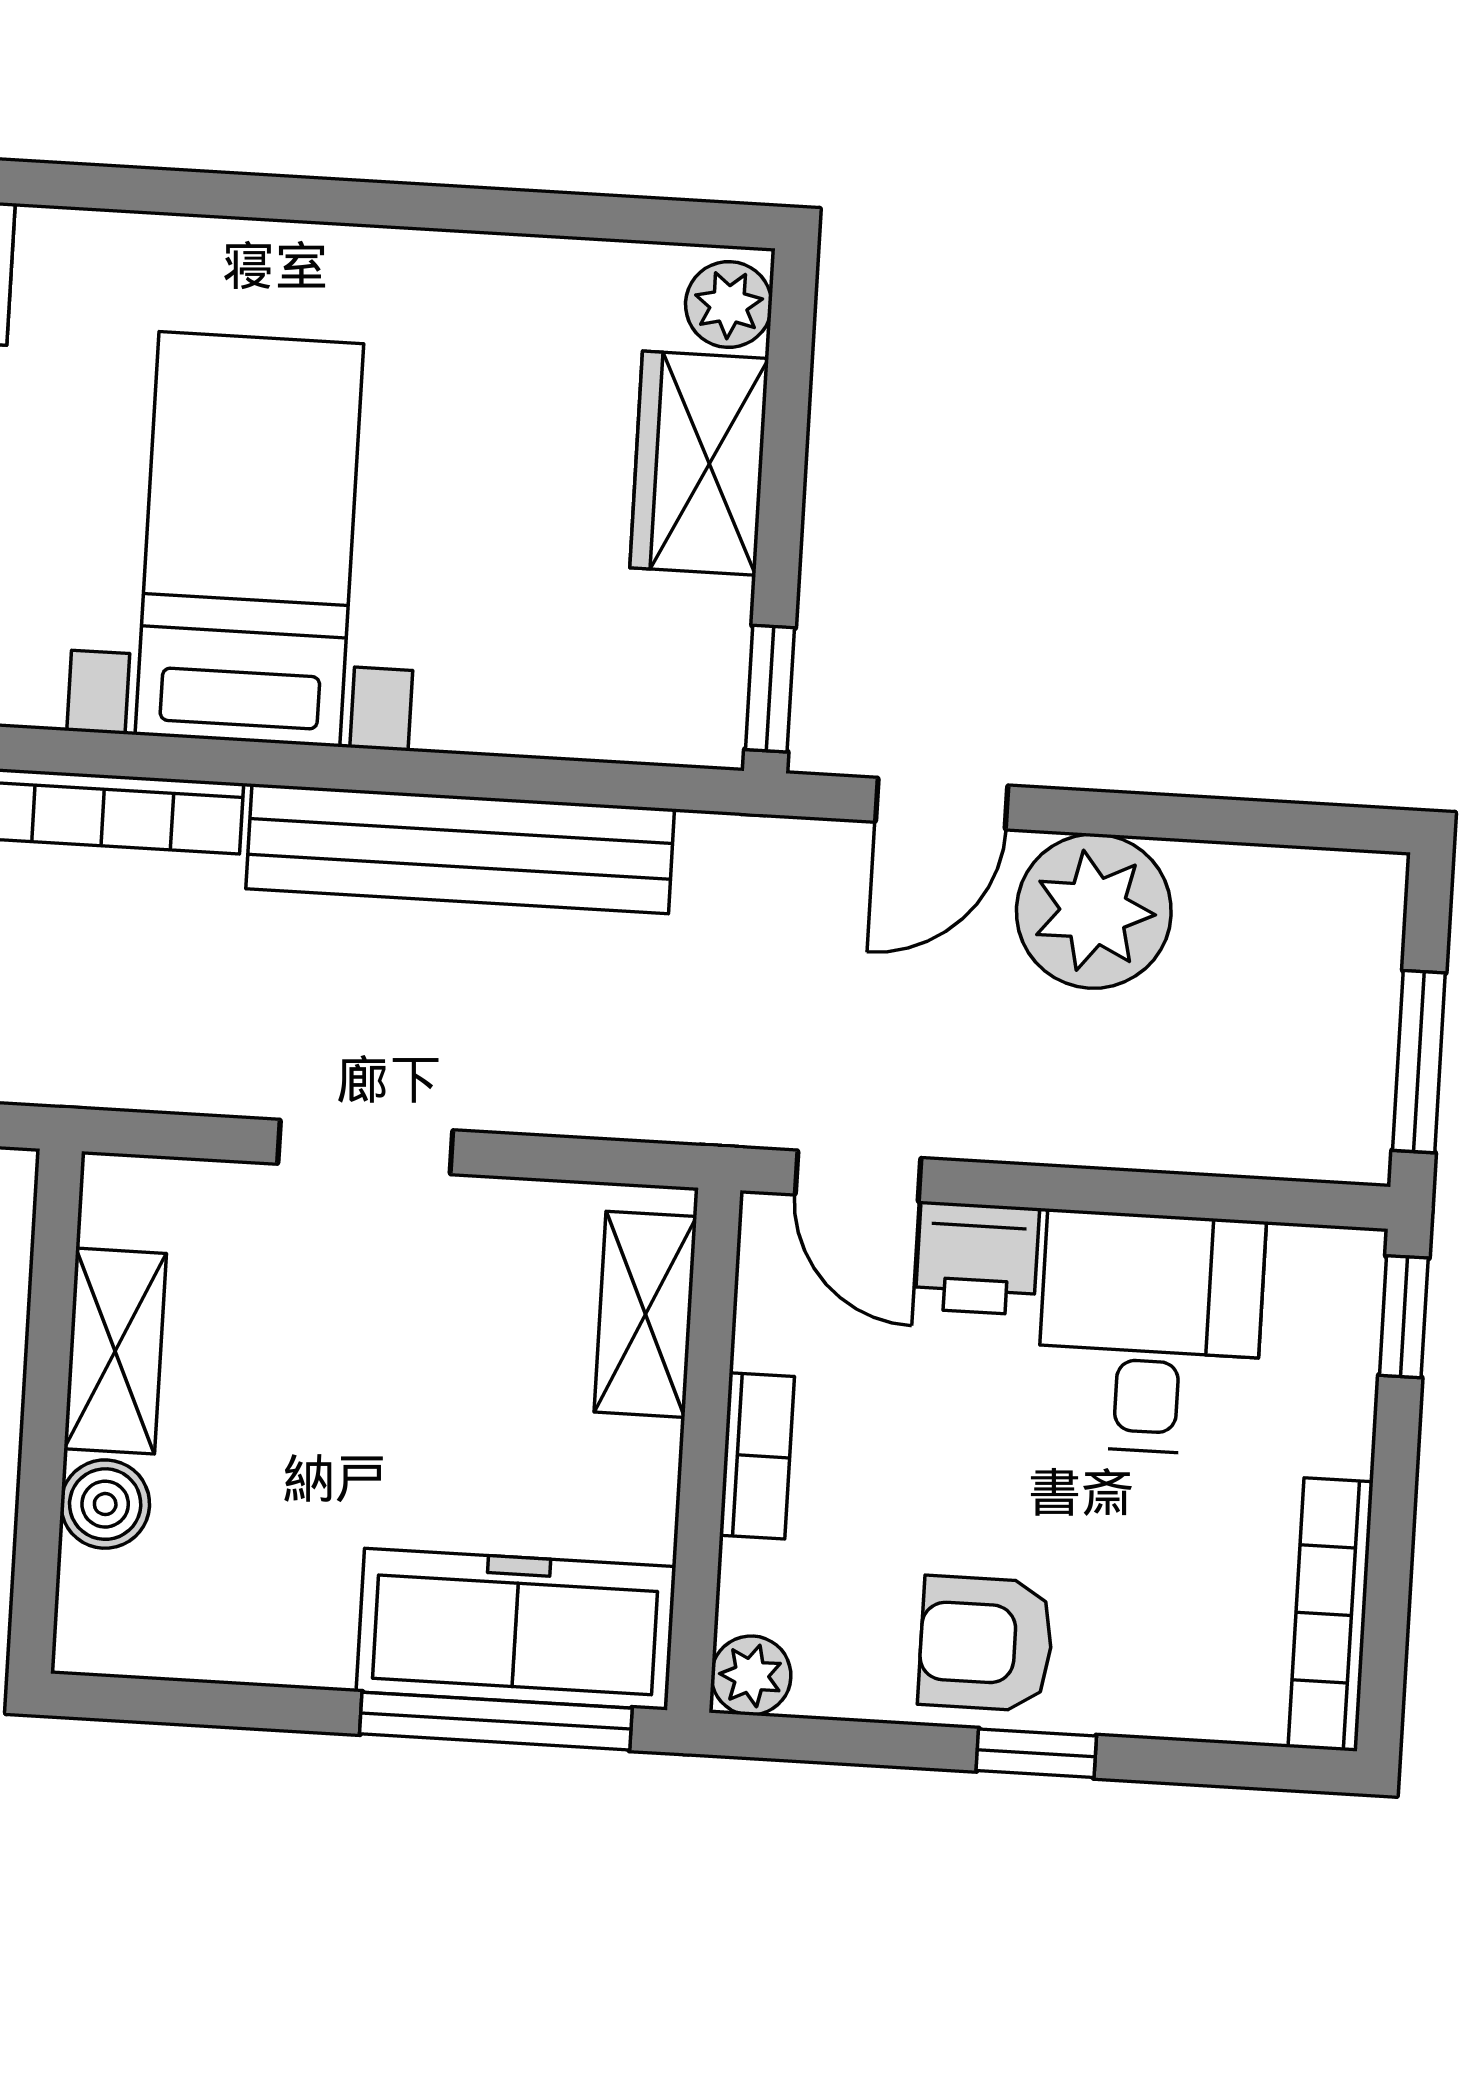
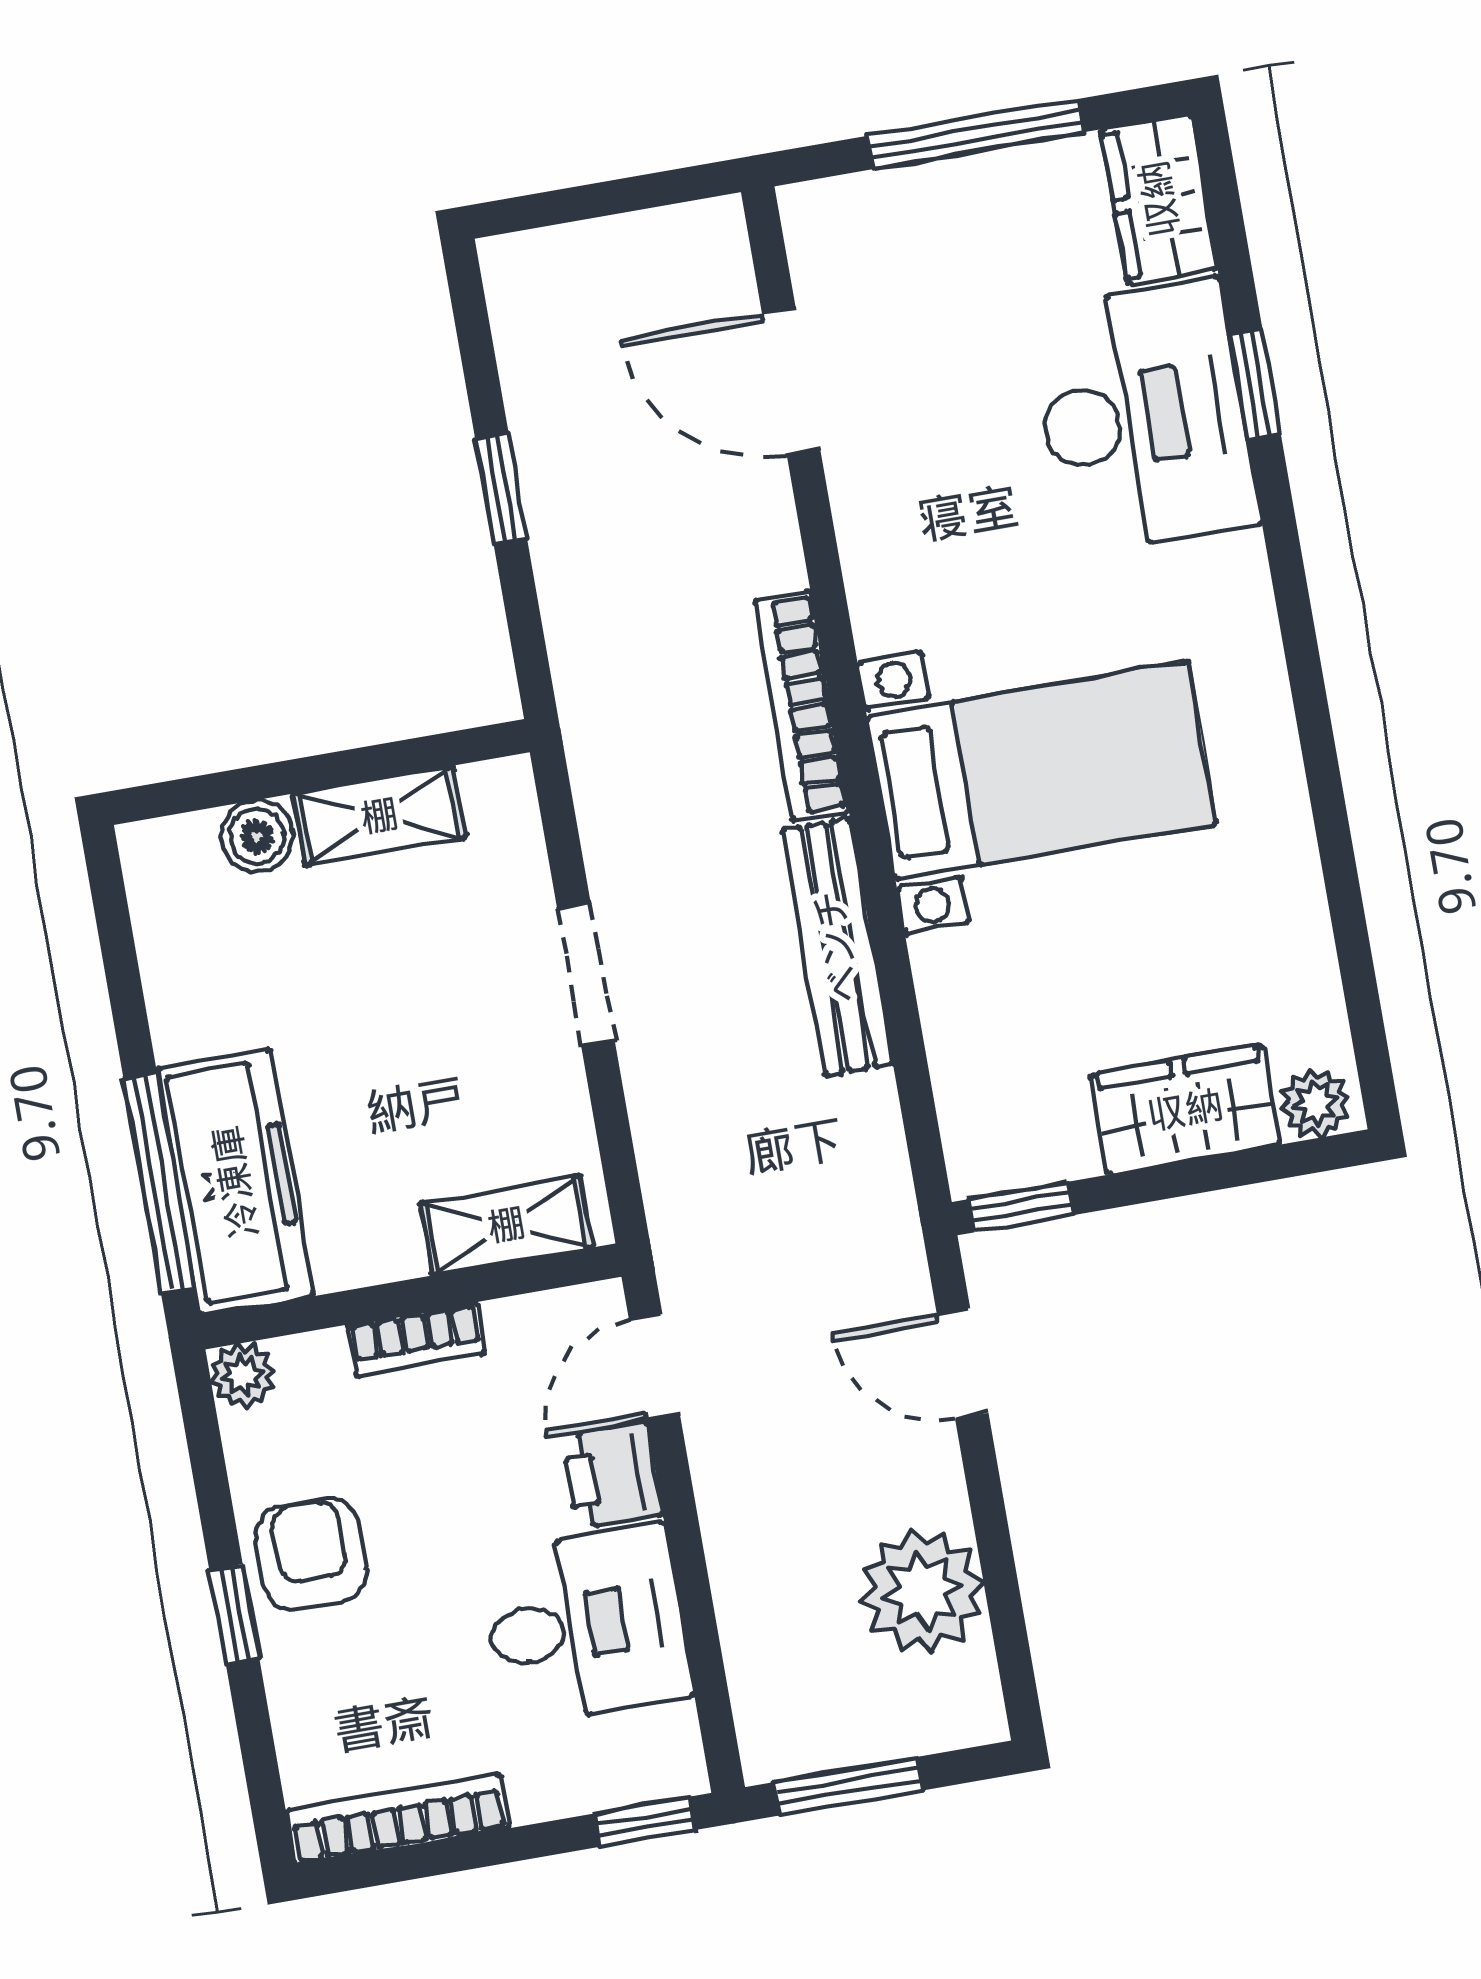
bench: (460, 849) -> (837, 947), width x0.73, depth x0.82
plant: (1094, 911) -> (922, 1591), moved

